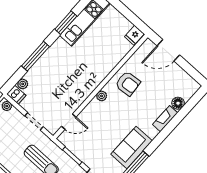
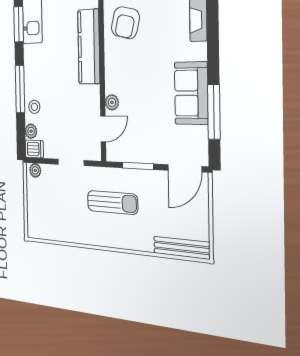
stool: (36, 74) -> (34, 107), added
kitchen counter: (97, 75) -> (89, 47), added
armchair: (128, 83) -> (125, 23), turned 109
plant: (102, 96) -> (112, 102), moved

